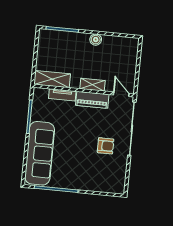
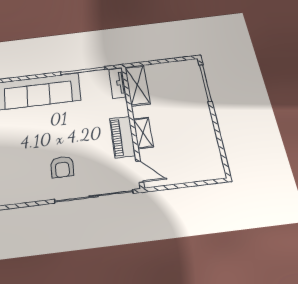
boiler: (96, 40) -> (206, 124), removed
door: (121, 94) -> (140, 172), hinge flipped
tv unit: (62, 95) -> (117, 83), moved

